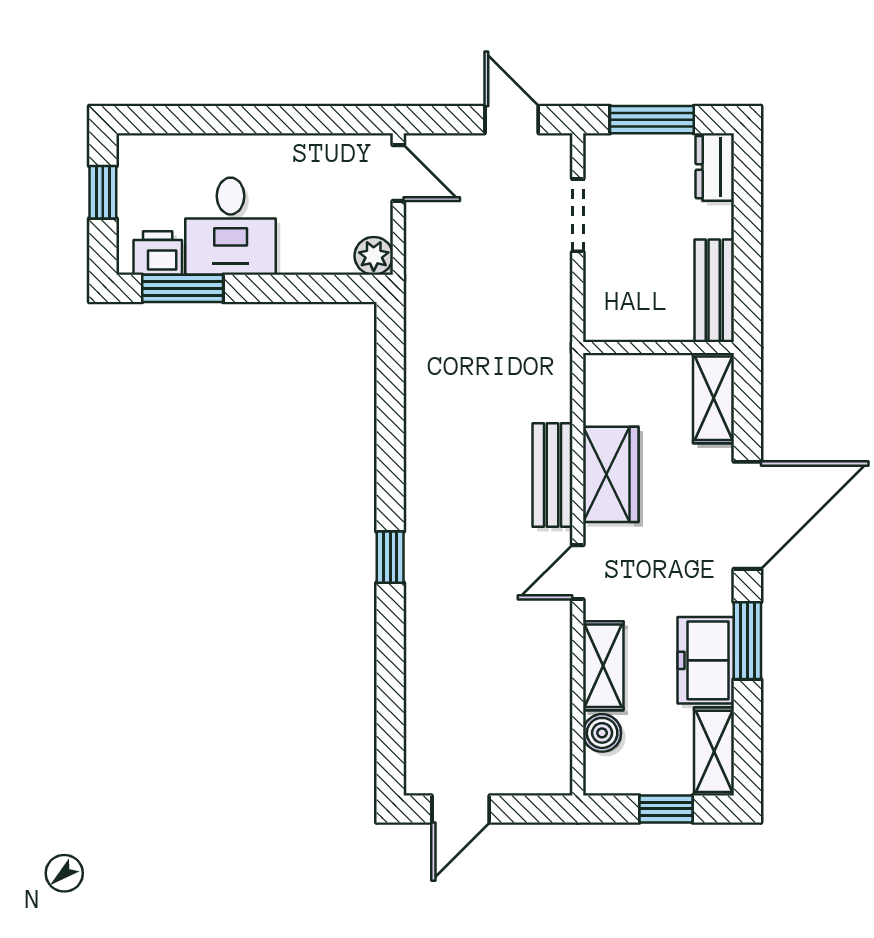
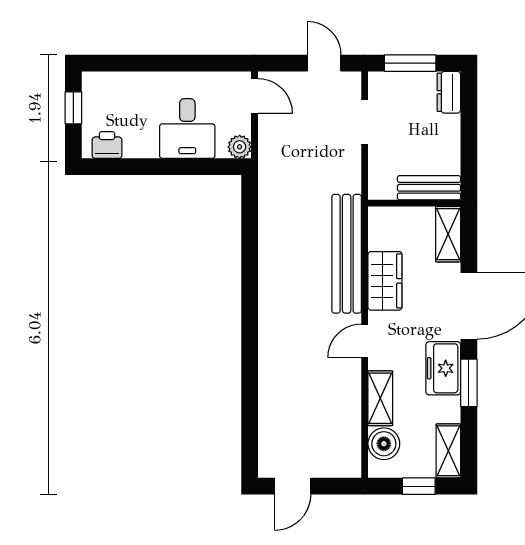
desk: (231, 226) -> (187, 129), moved
window: (183, 288) -> (122, 167), removed
bench: (714, 291) -> (429, 188), moved, turned 90
bench: (553, 475) -> (347, 254), width x1.86, depth x1.21
window: (390, 557) -> (250, 332), removed
freezer: (706, 660) -> (443, 368), moved
boiler: (602, 733) -> (384, 444), width x1.36, depth x1.36

